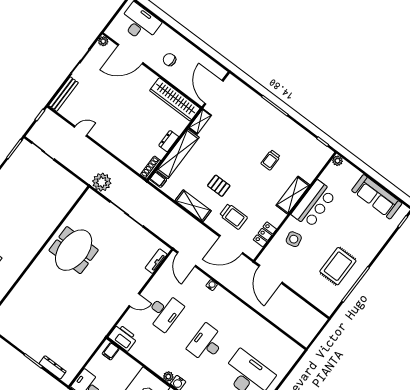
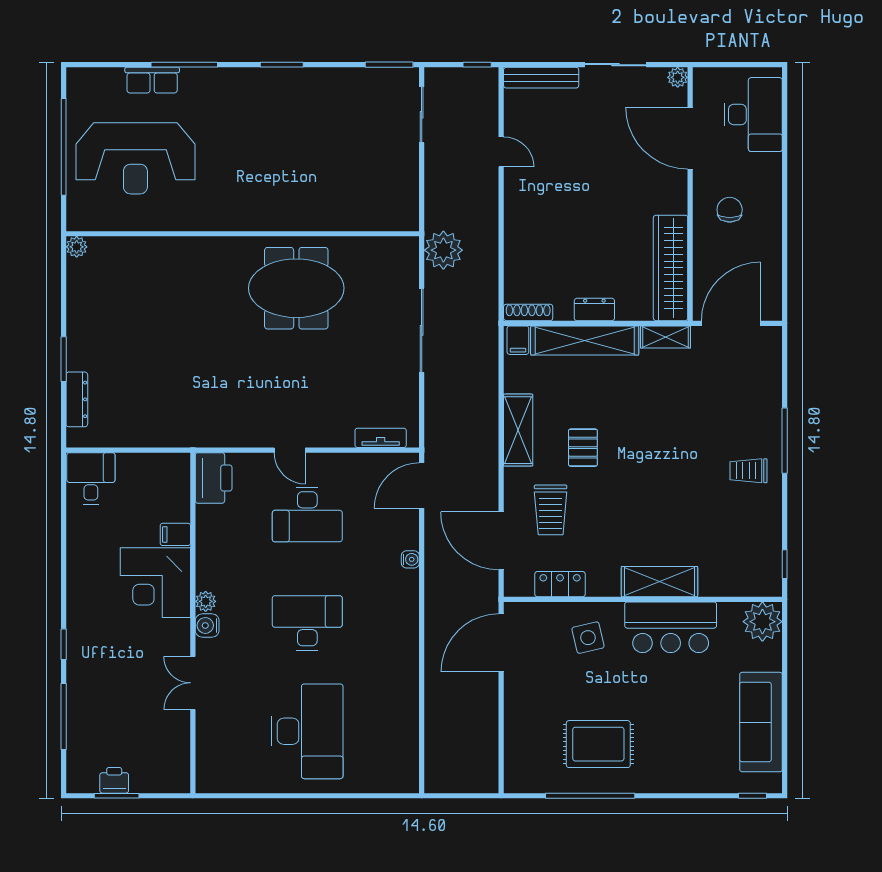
trolley: (271, 160) -> (749, 471), moved
plant: (337, 161) -> (762, 622), width x1.87, depth x1.87
filing cabinet: (111, 351) -> (175, 534), moved

